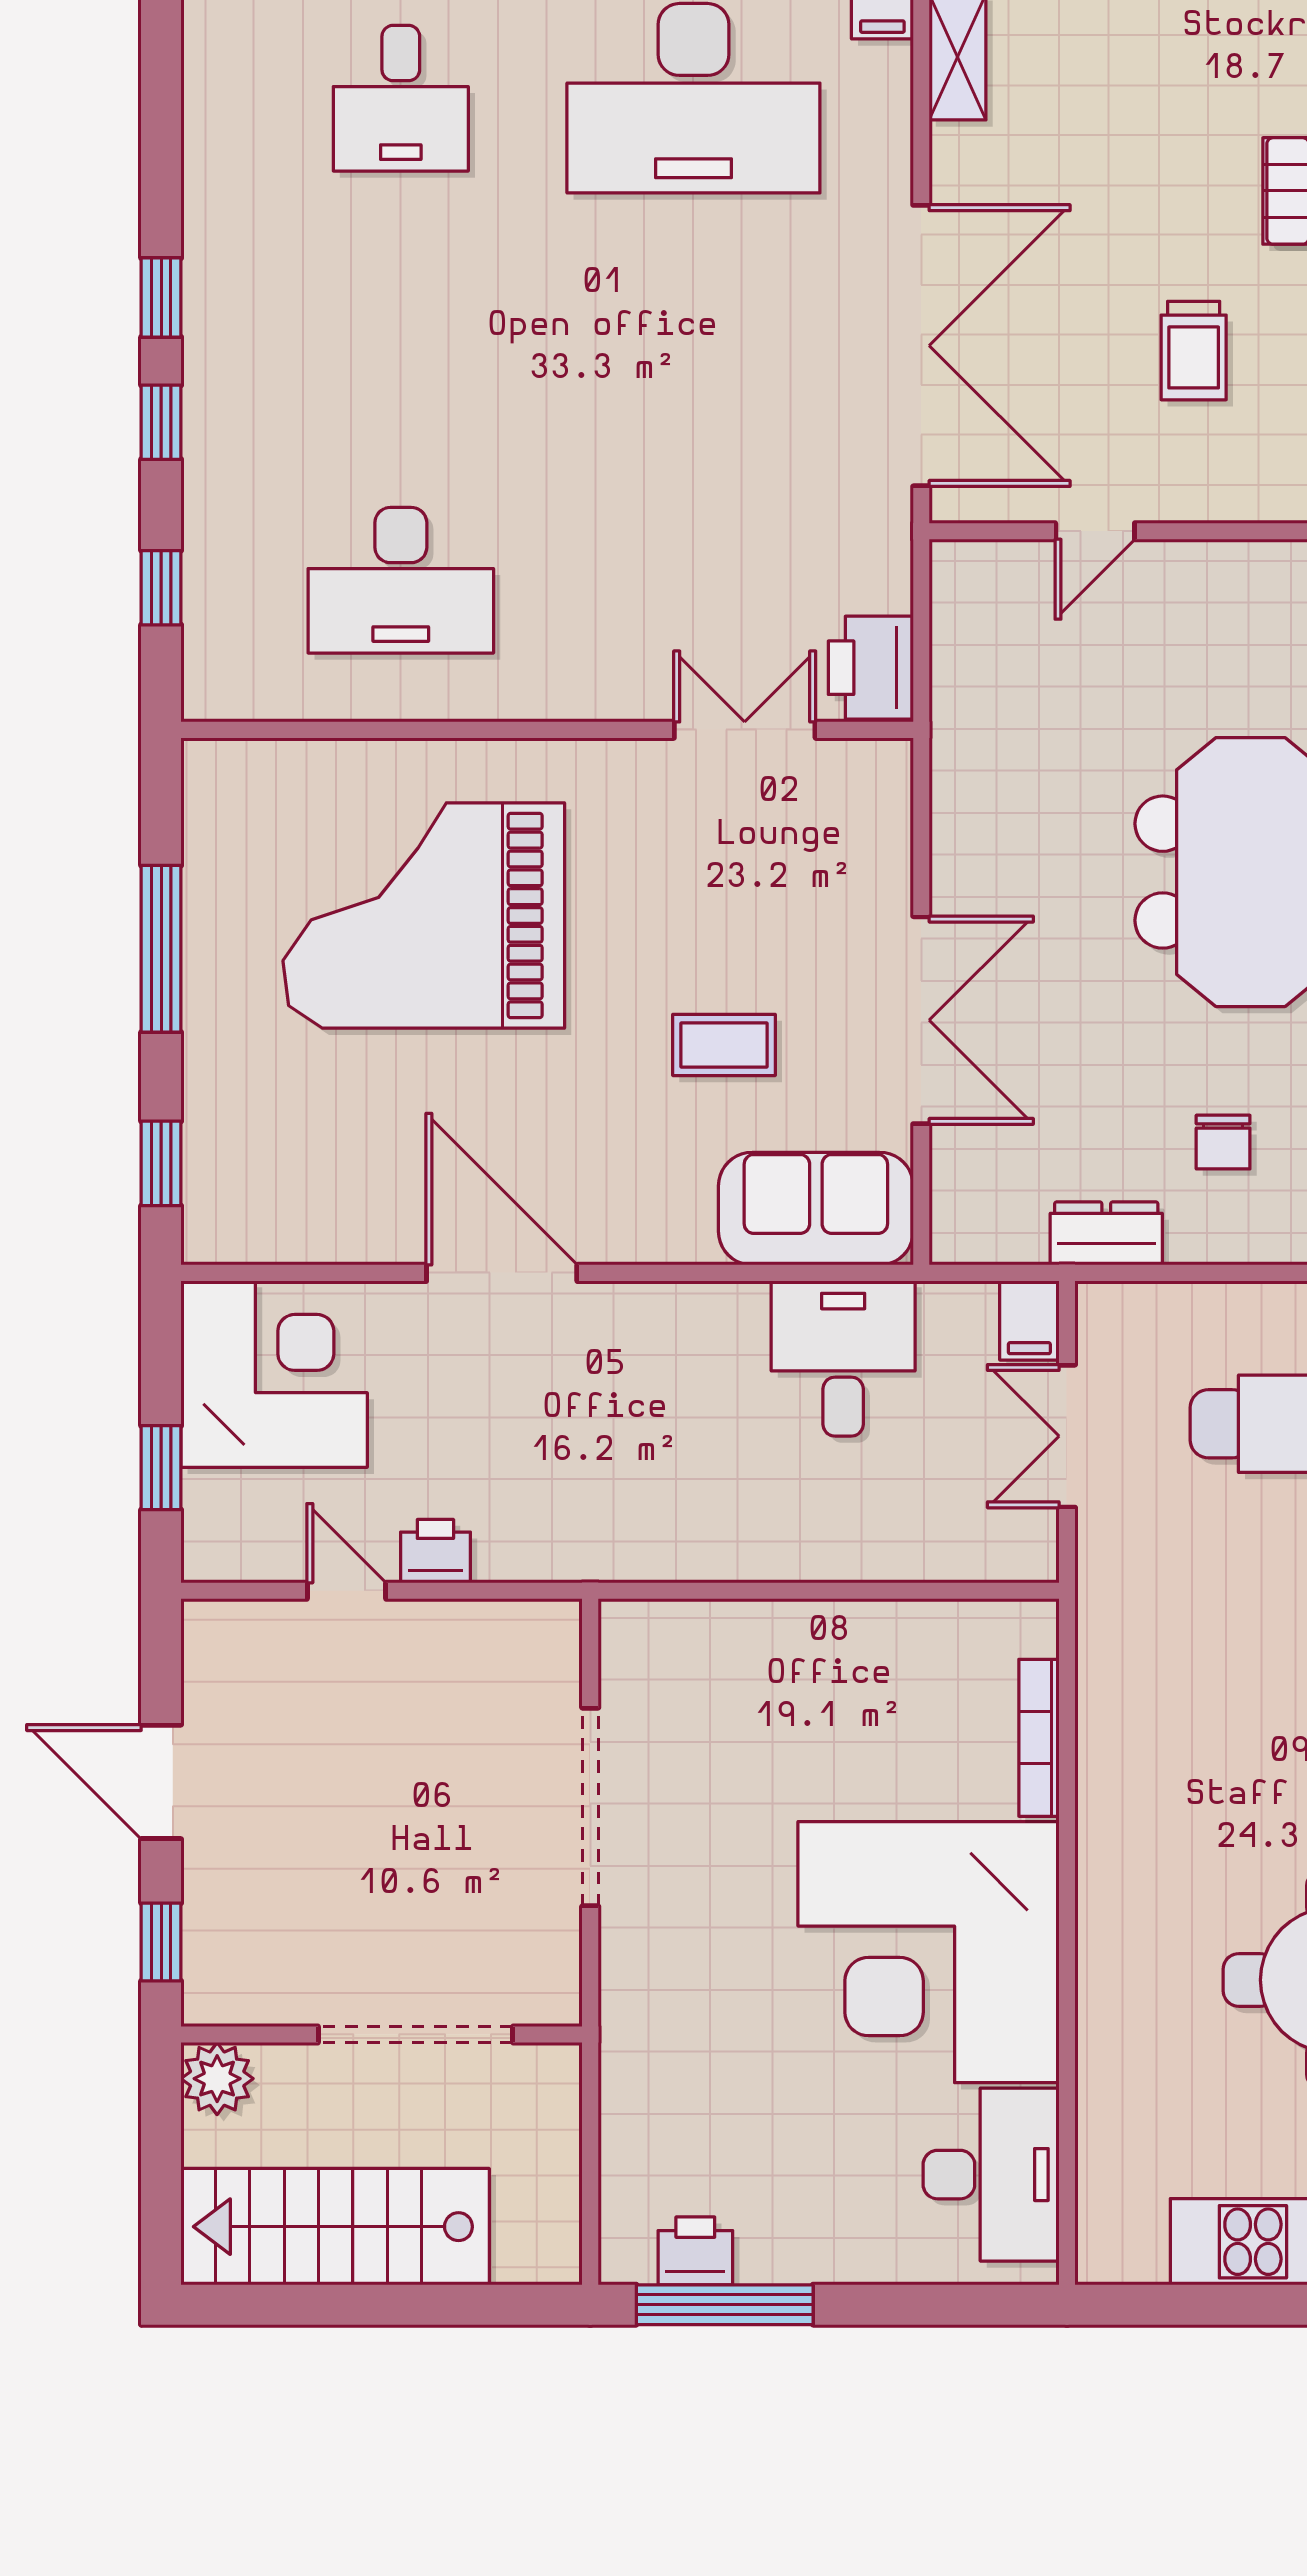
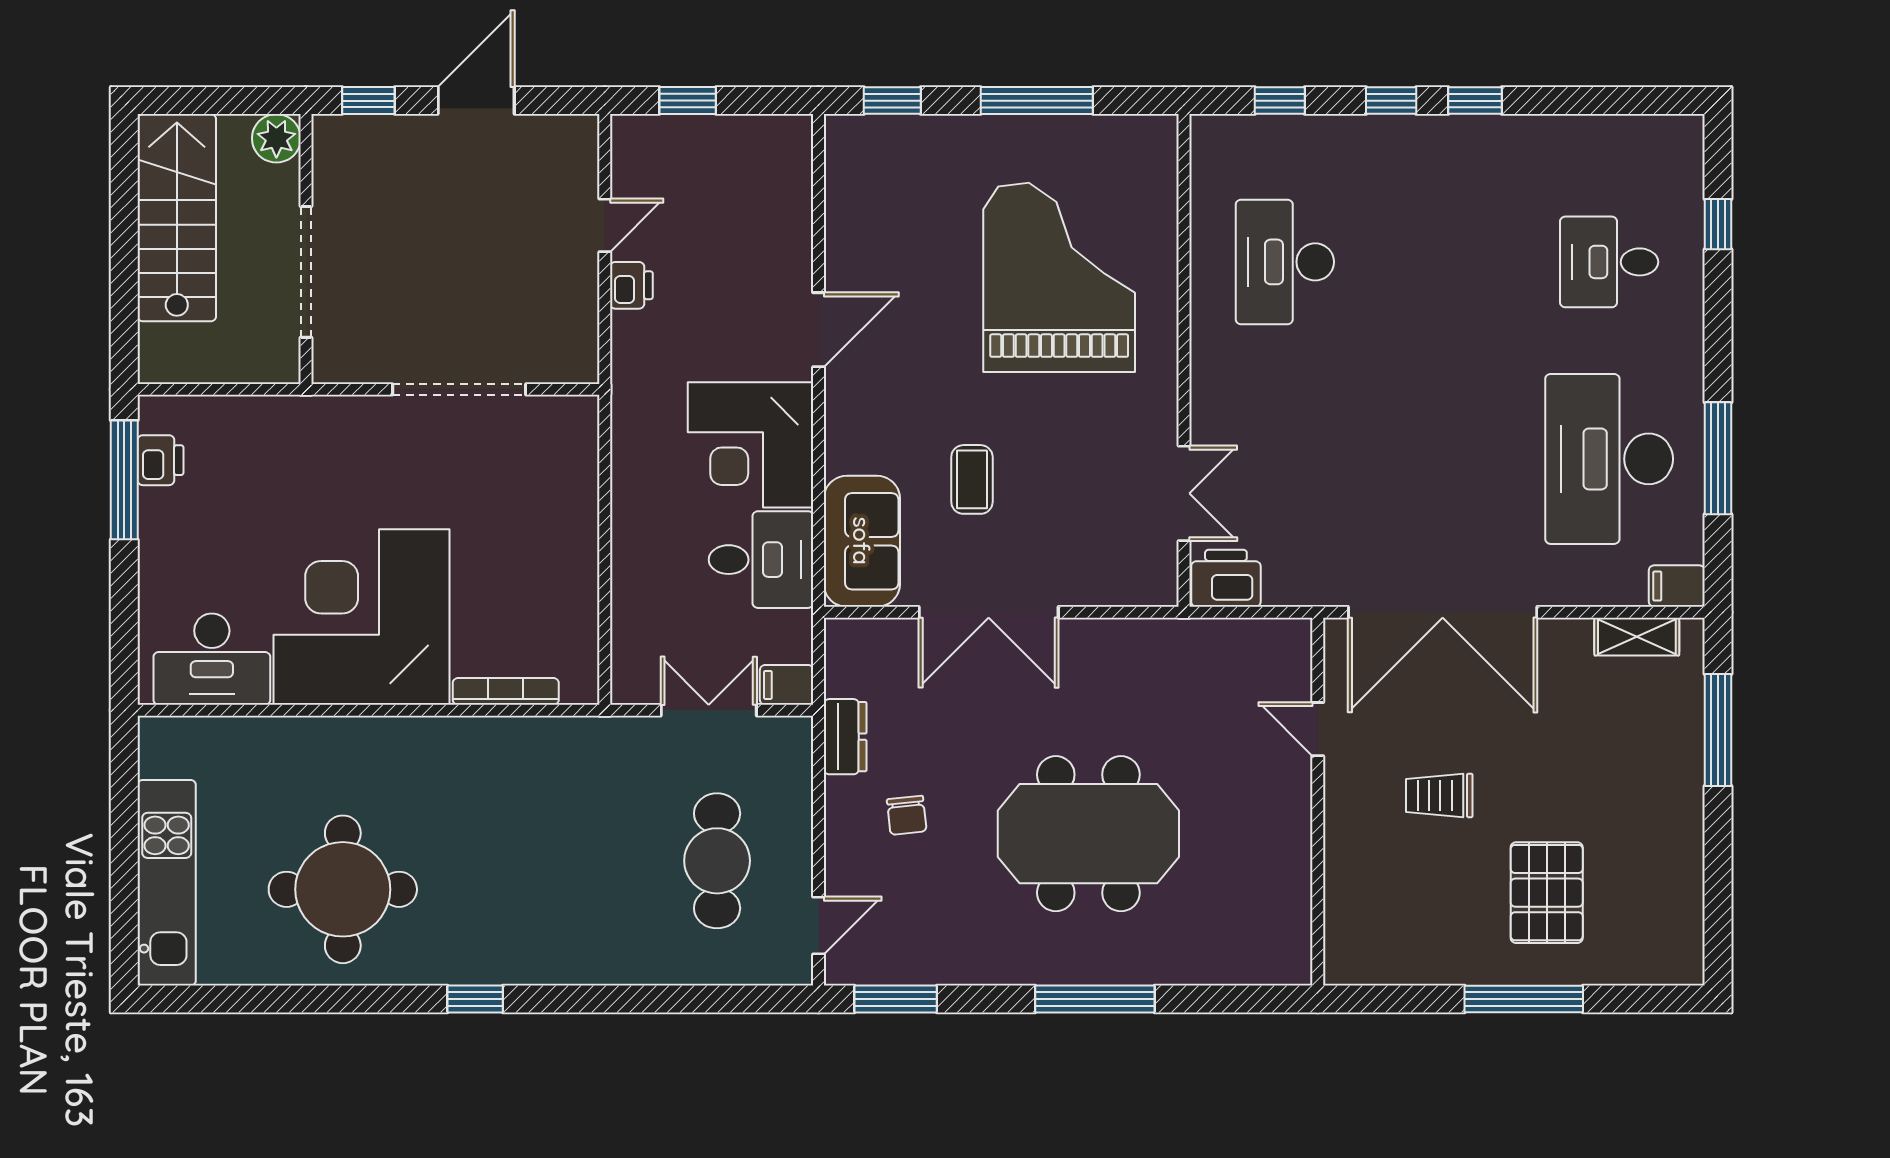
chair: (1223, 1142) -> (907, 815), turned -96
door: (502, 1273) -> (819, 330), width x0.73
corner desk: (274, 1374) -> (751, 445), moved, turned 90

